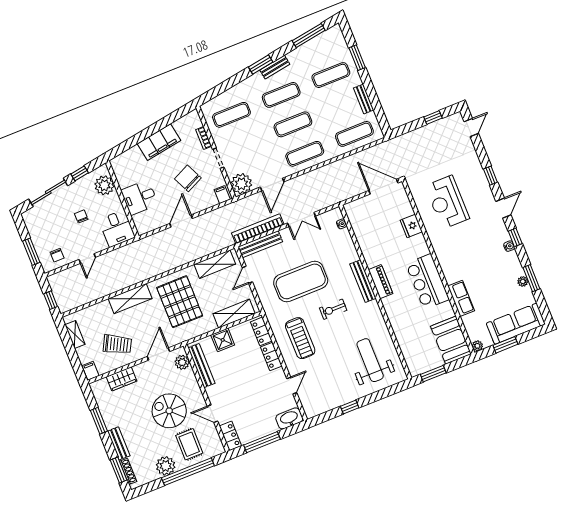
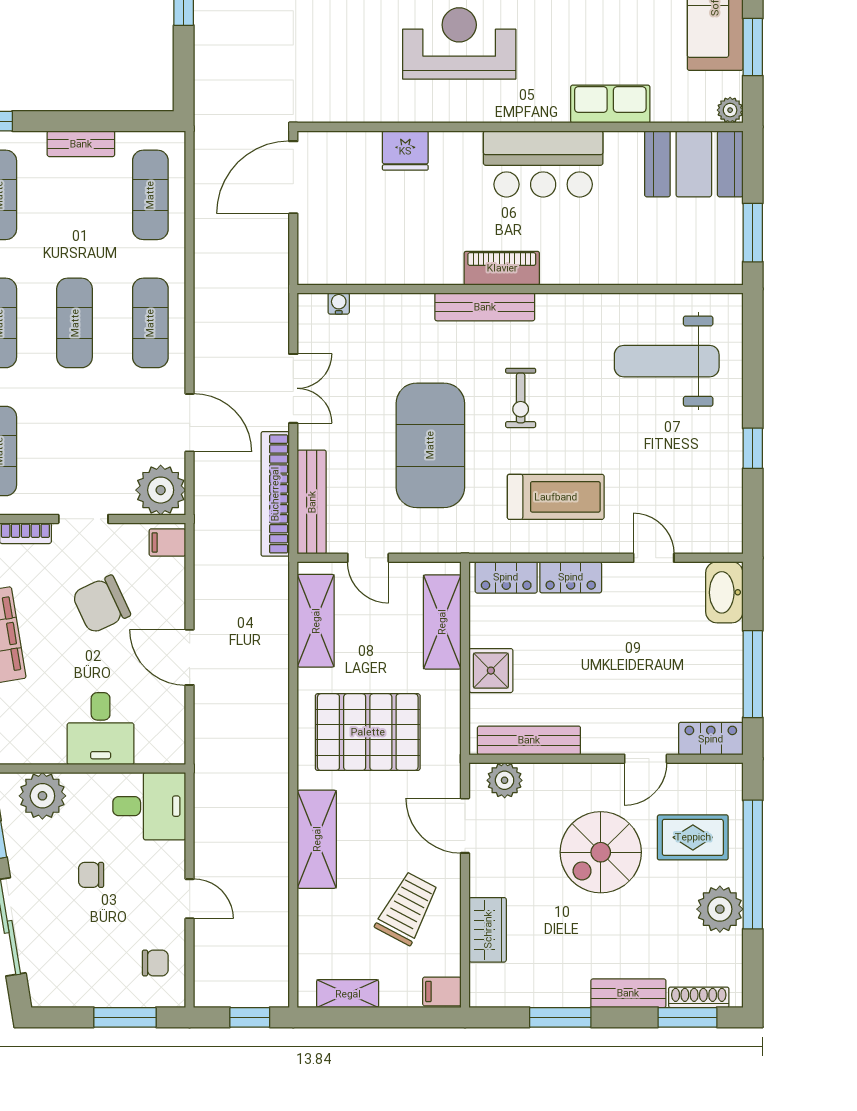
reception desk: (447, 202) -> (459, 43), moved, turned 180

